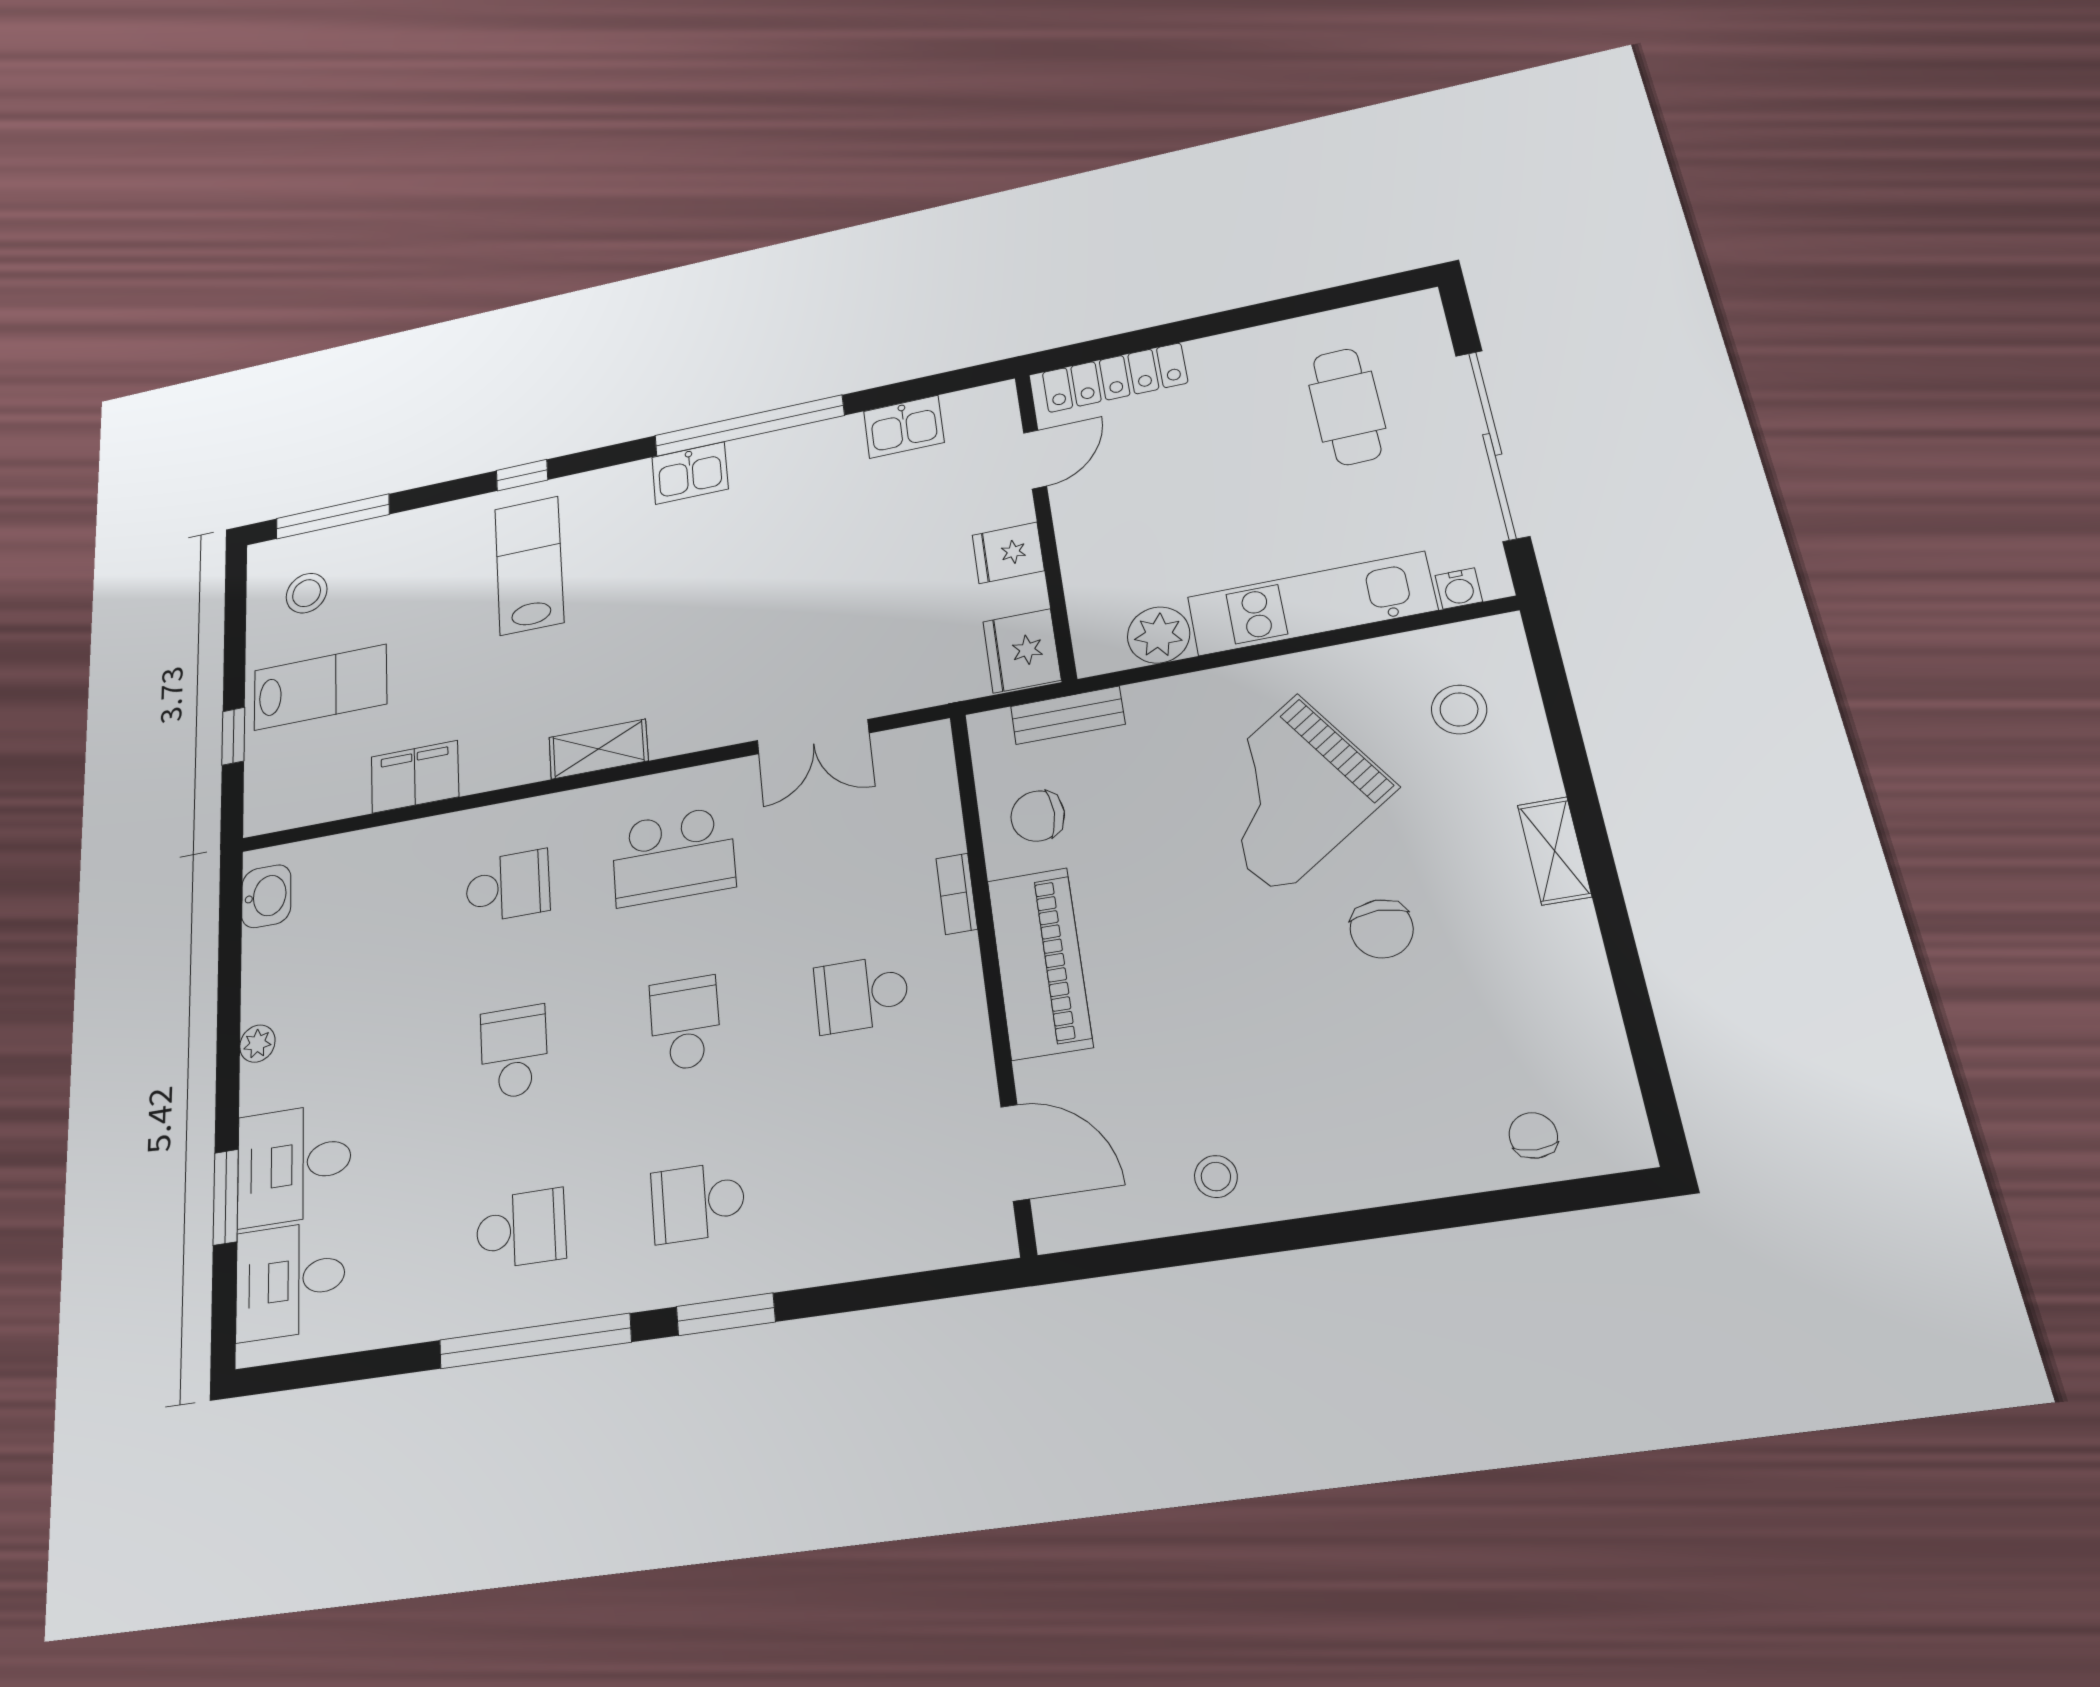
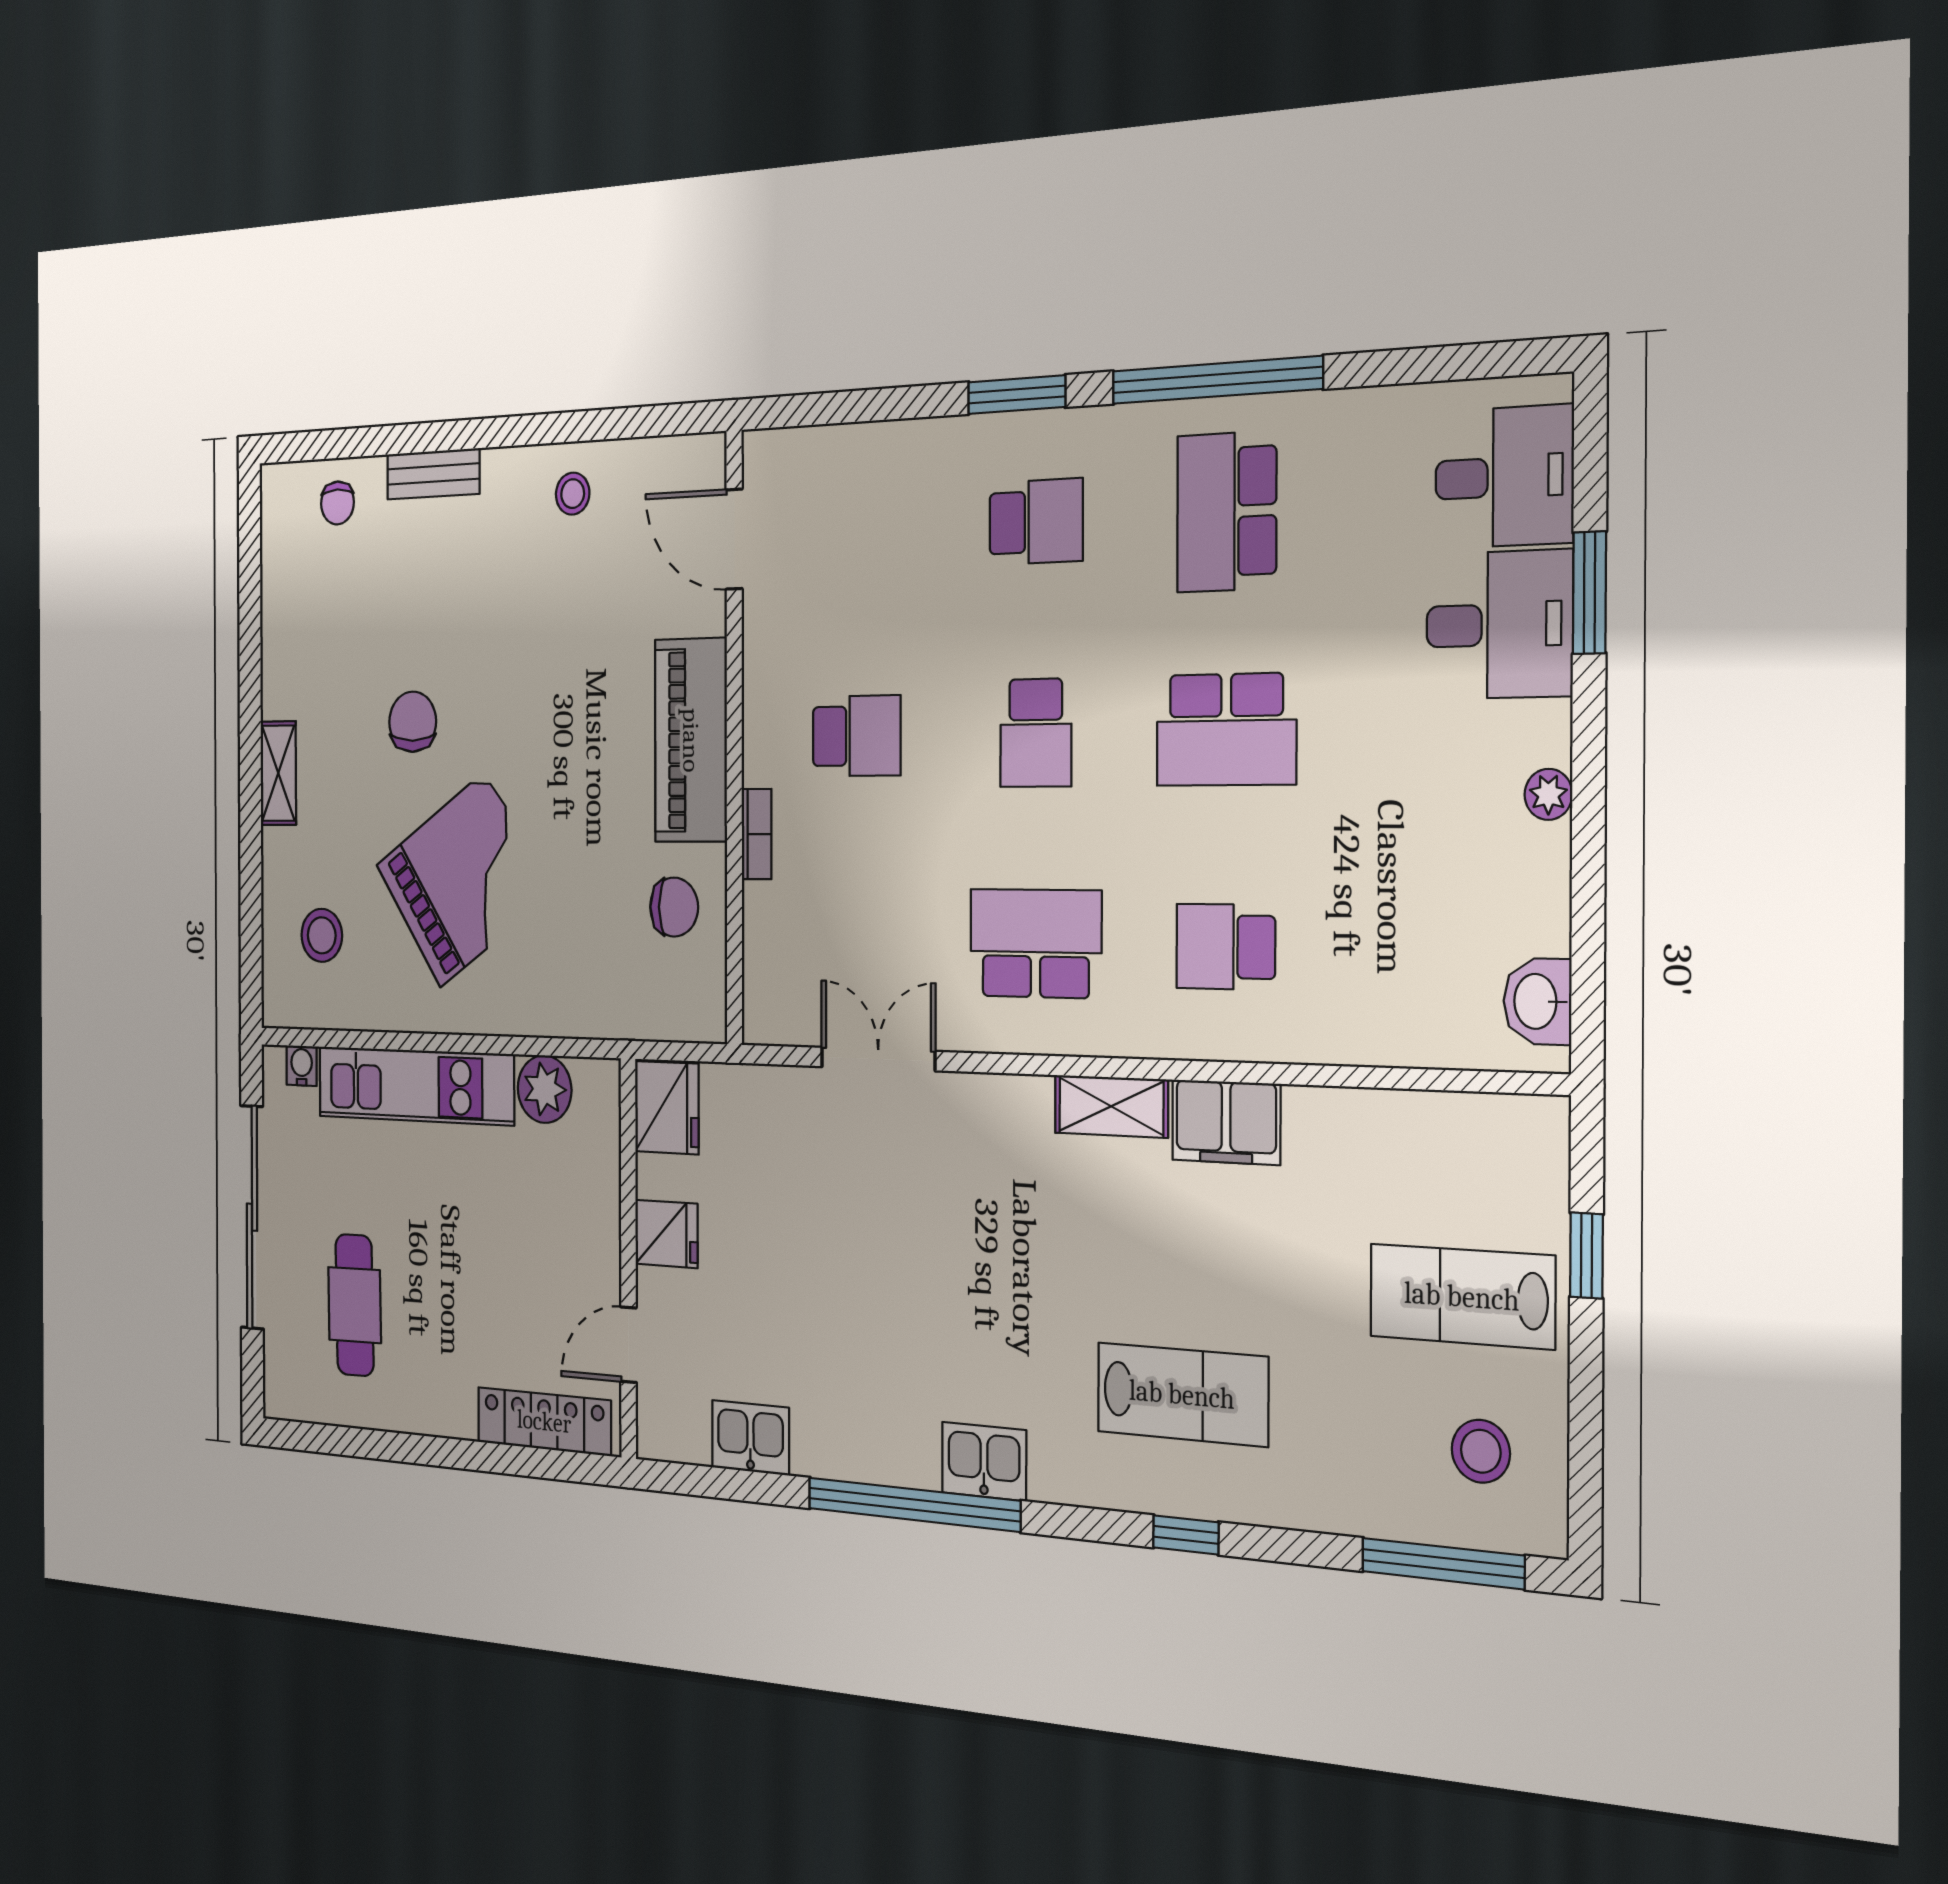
lab bench: (529, 565) -> (1182, 1394), turned -90
bench: (1068, 715) -> (433, 474), moved
filing cabinet: (415, 777) -> (1226, 1122), moved
school desk: (514, 1052) -> (1226, 730), width x1.85
school desk: (521, 1229) -> (1227, 512), width x1.85

